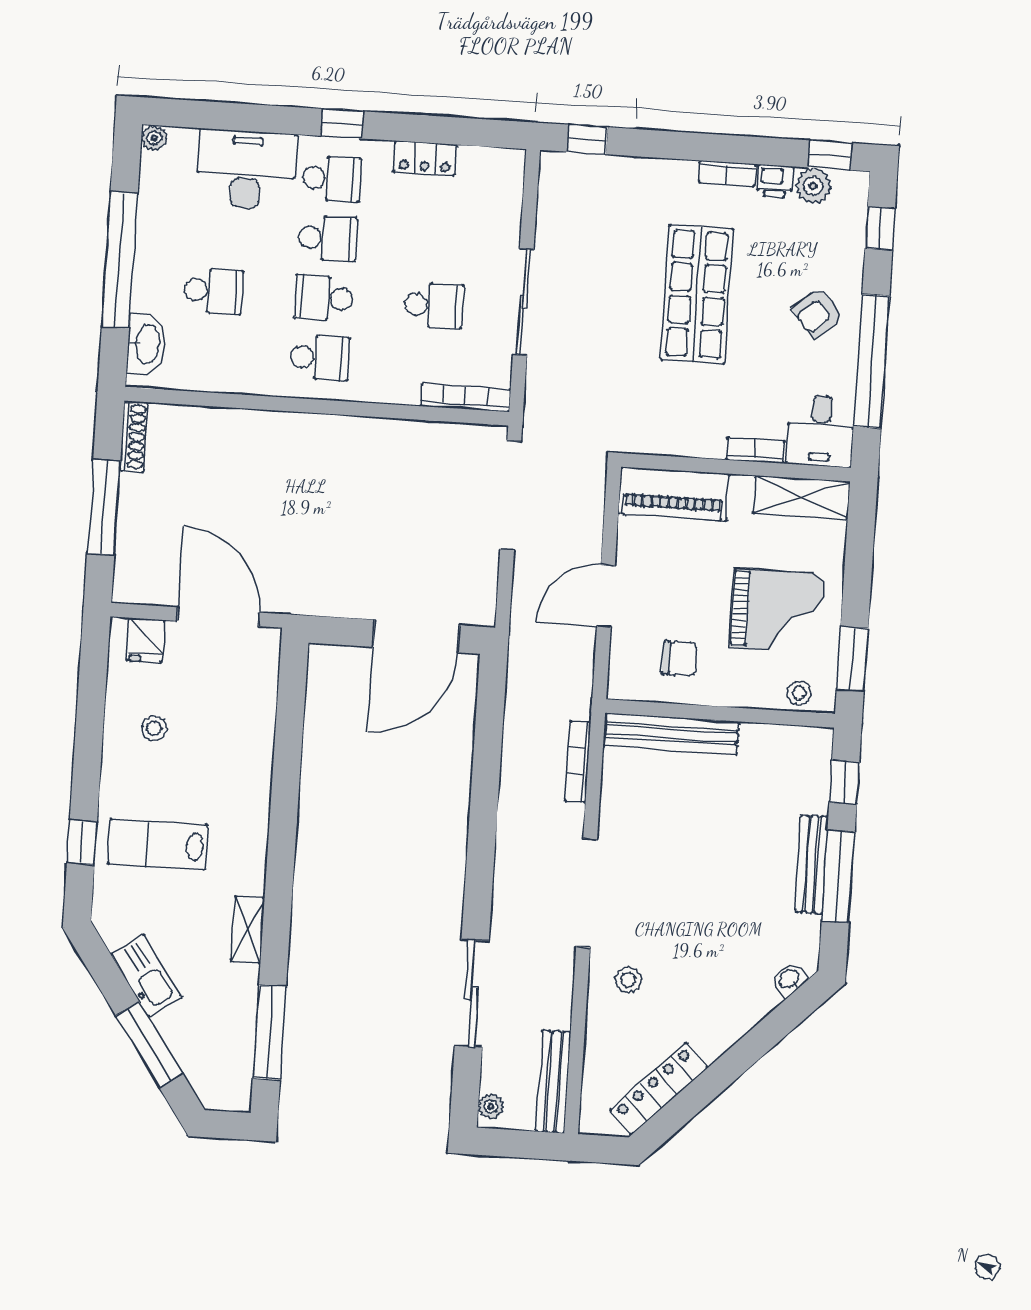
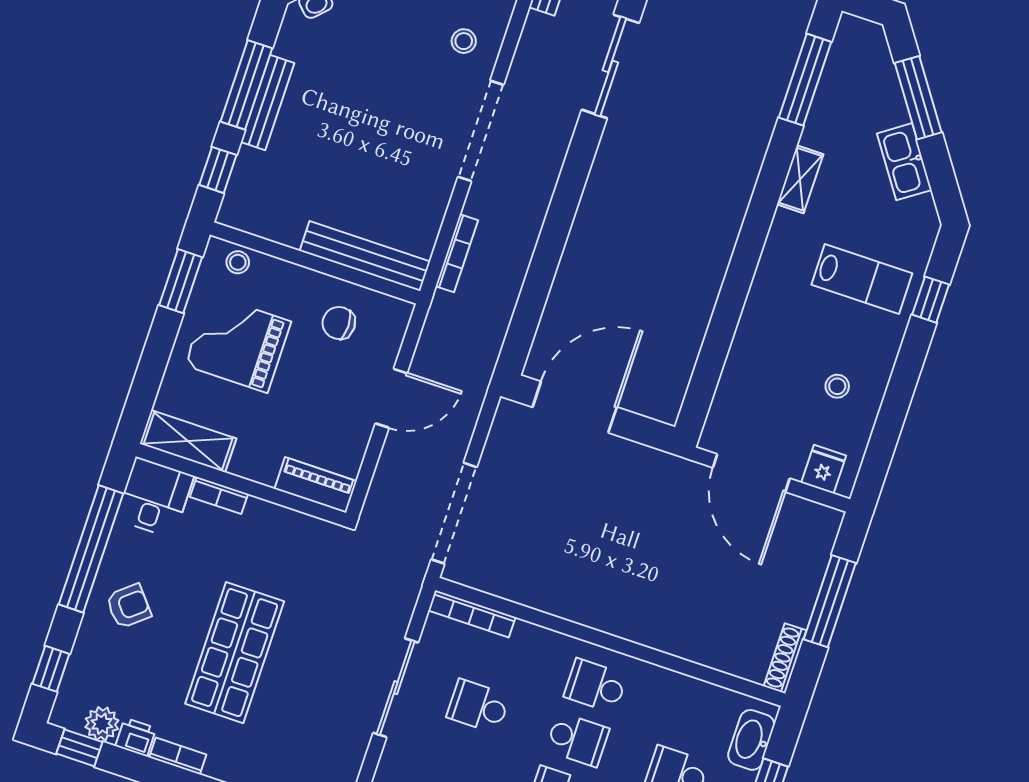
piano: (674, 494) -> (316, 485), width x0.73, depth x0.75

